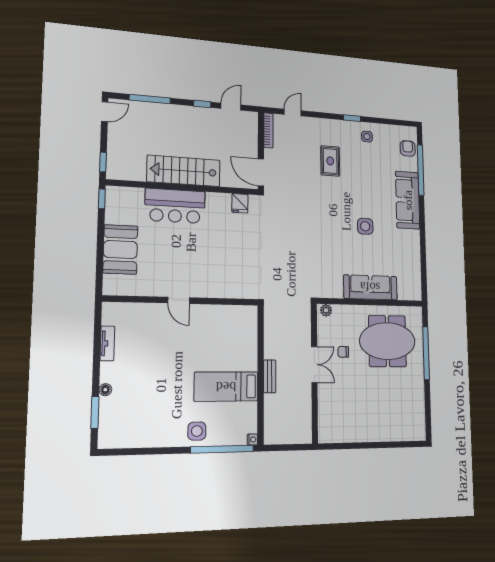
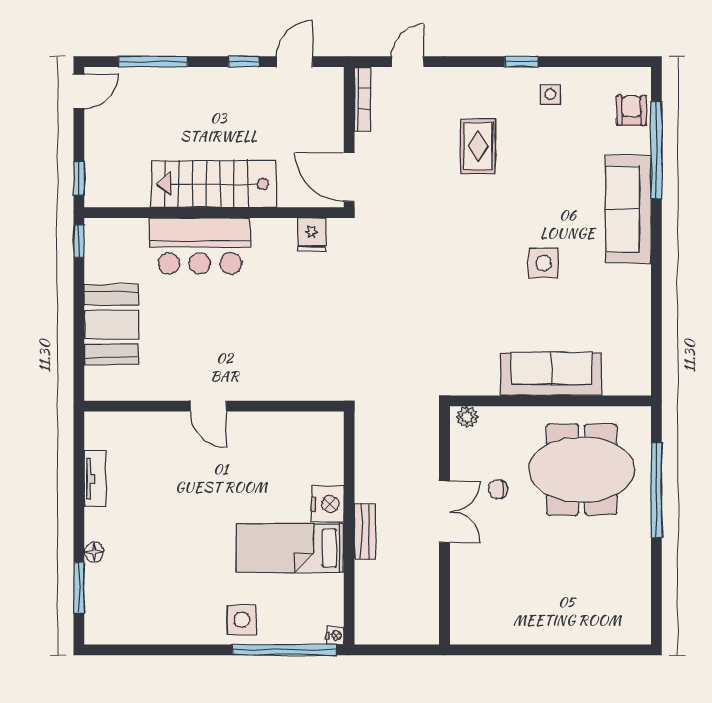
nightstand: (248, 360) -> (328, 504), added

